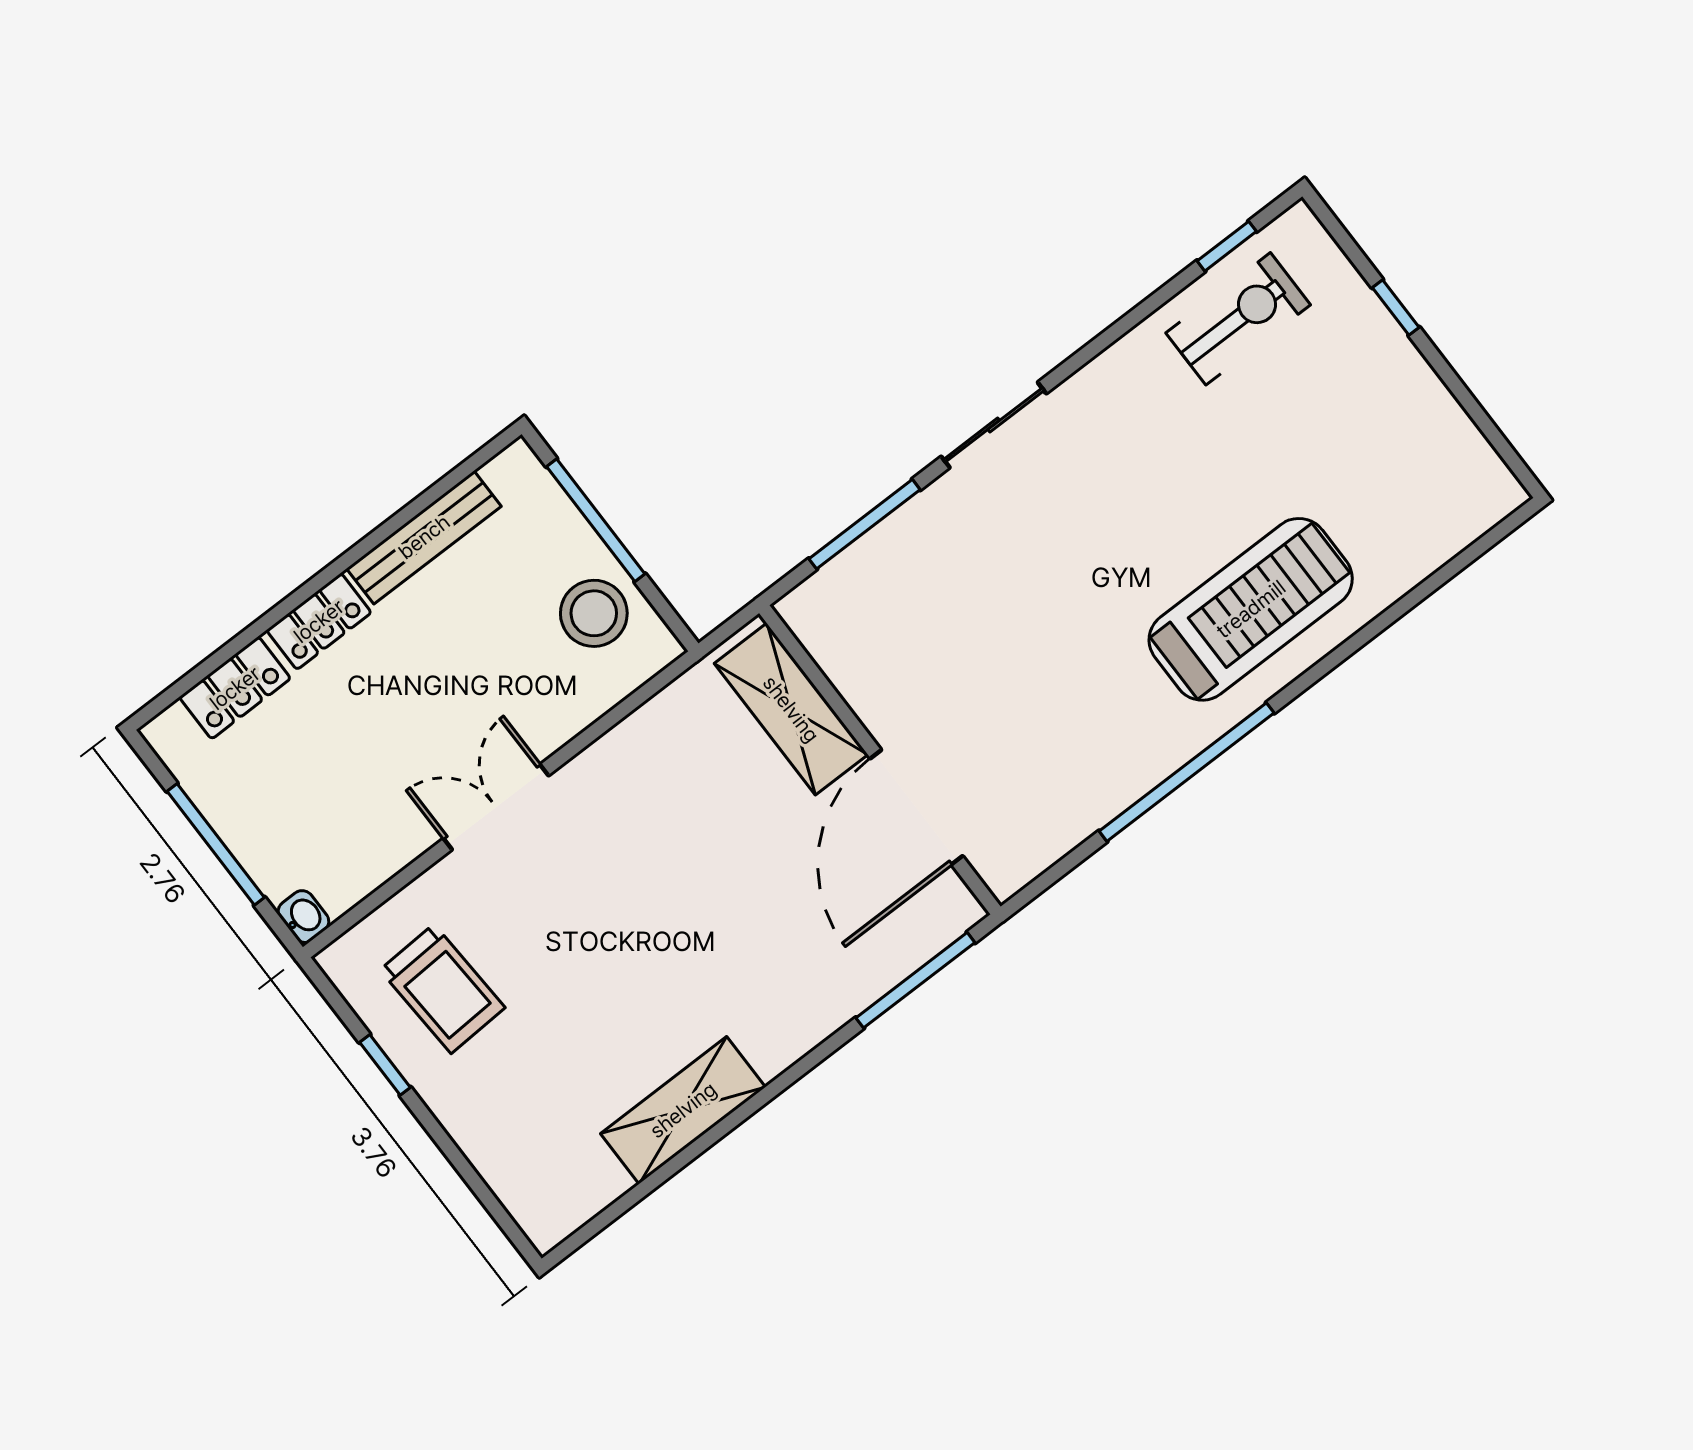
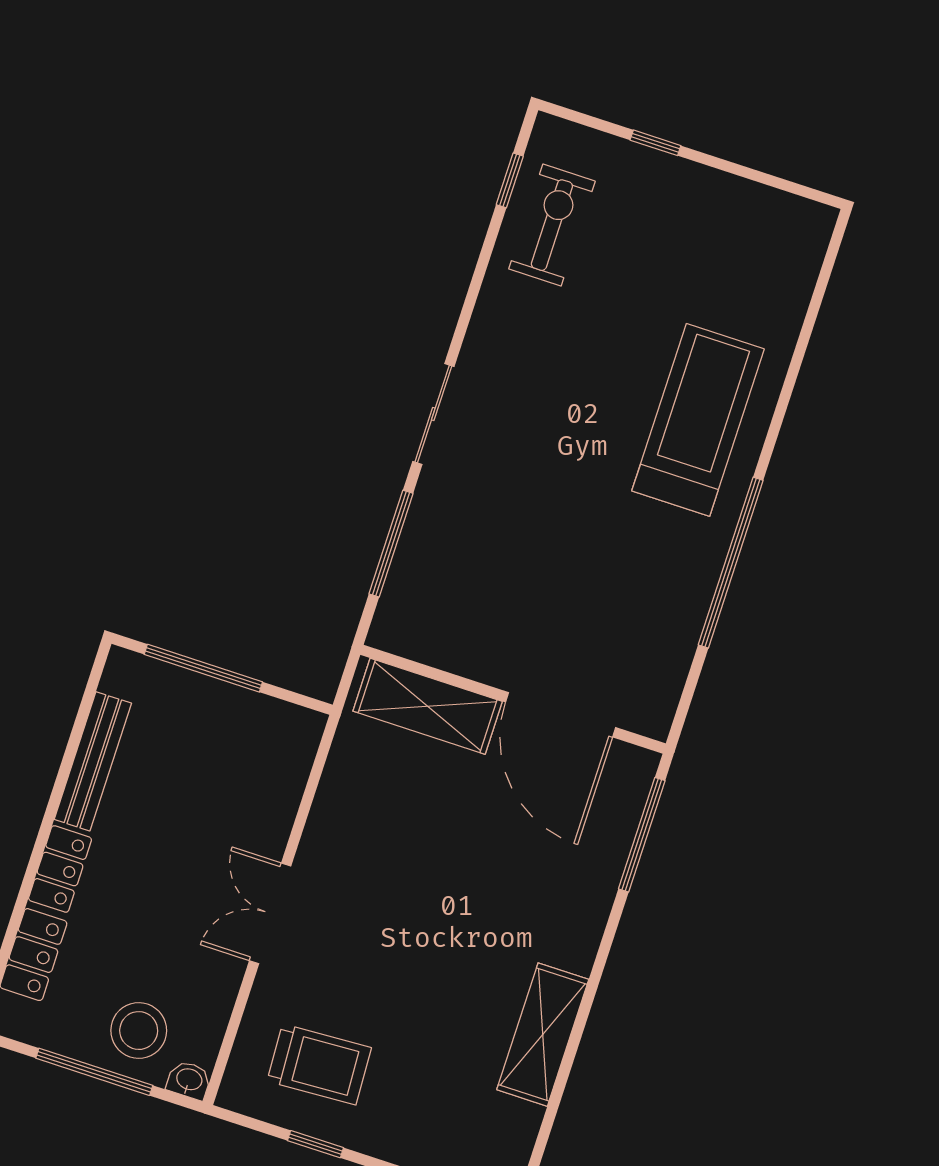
stool: (594, 613) -> (139, 1031), moved

